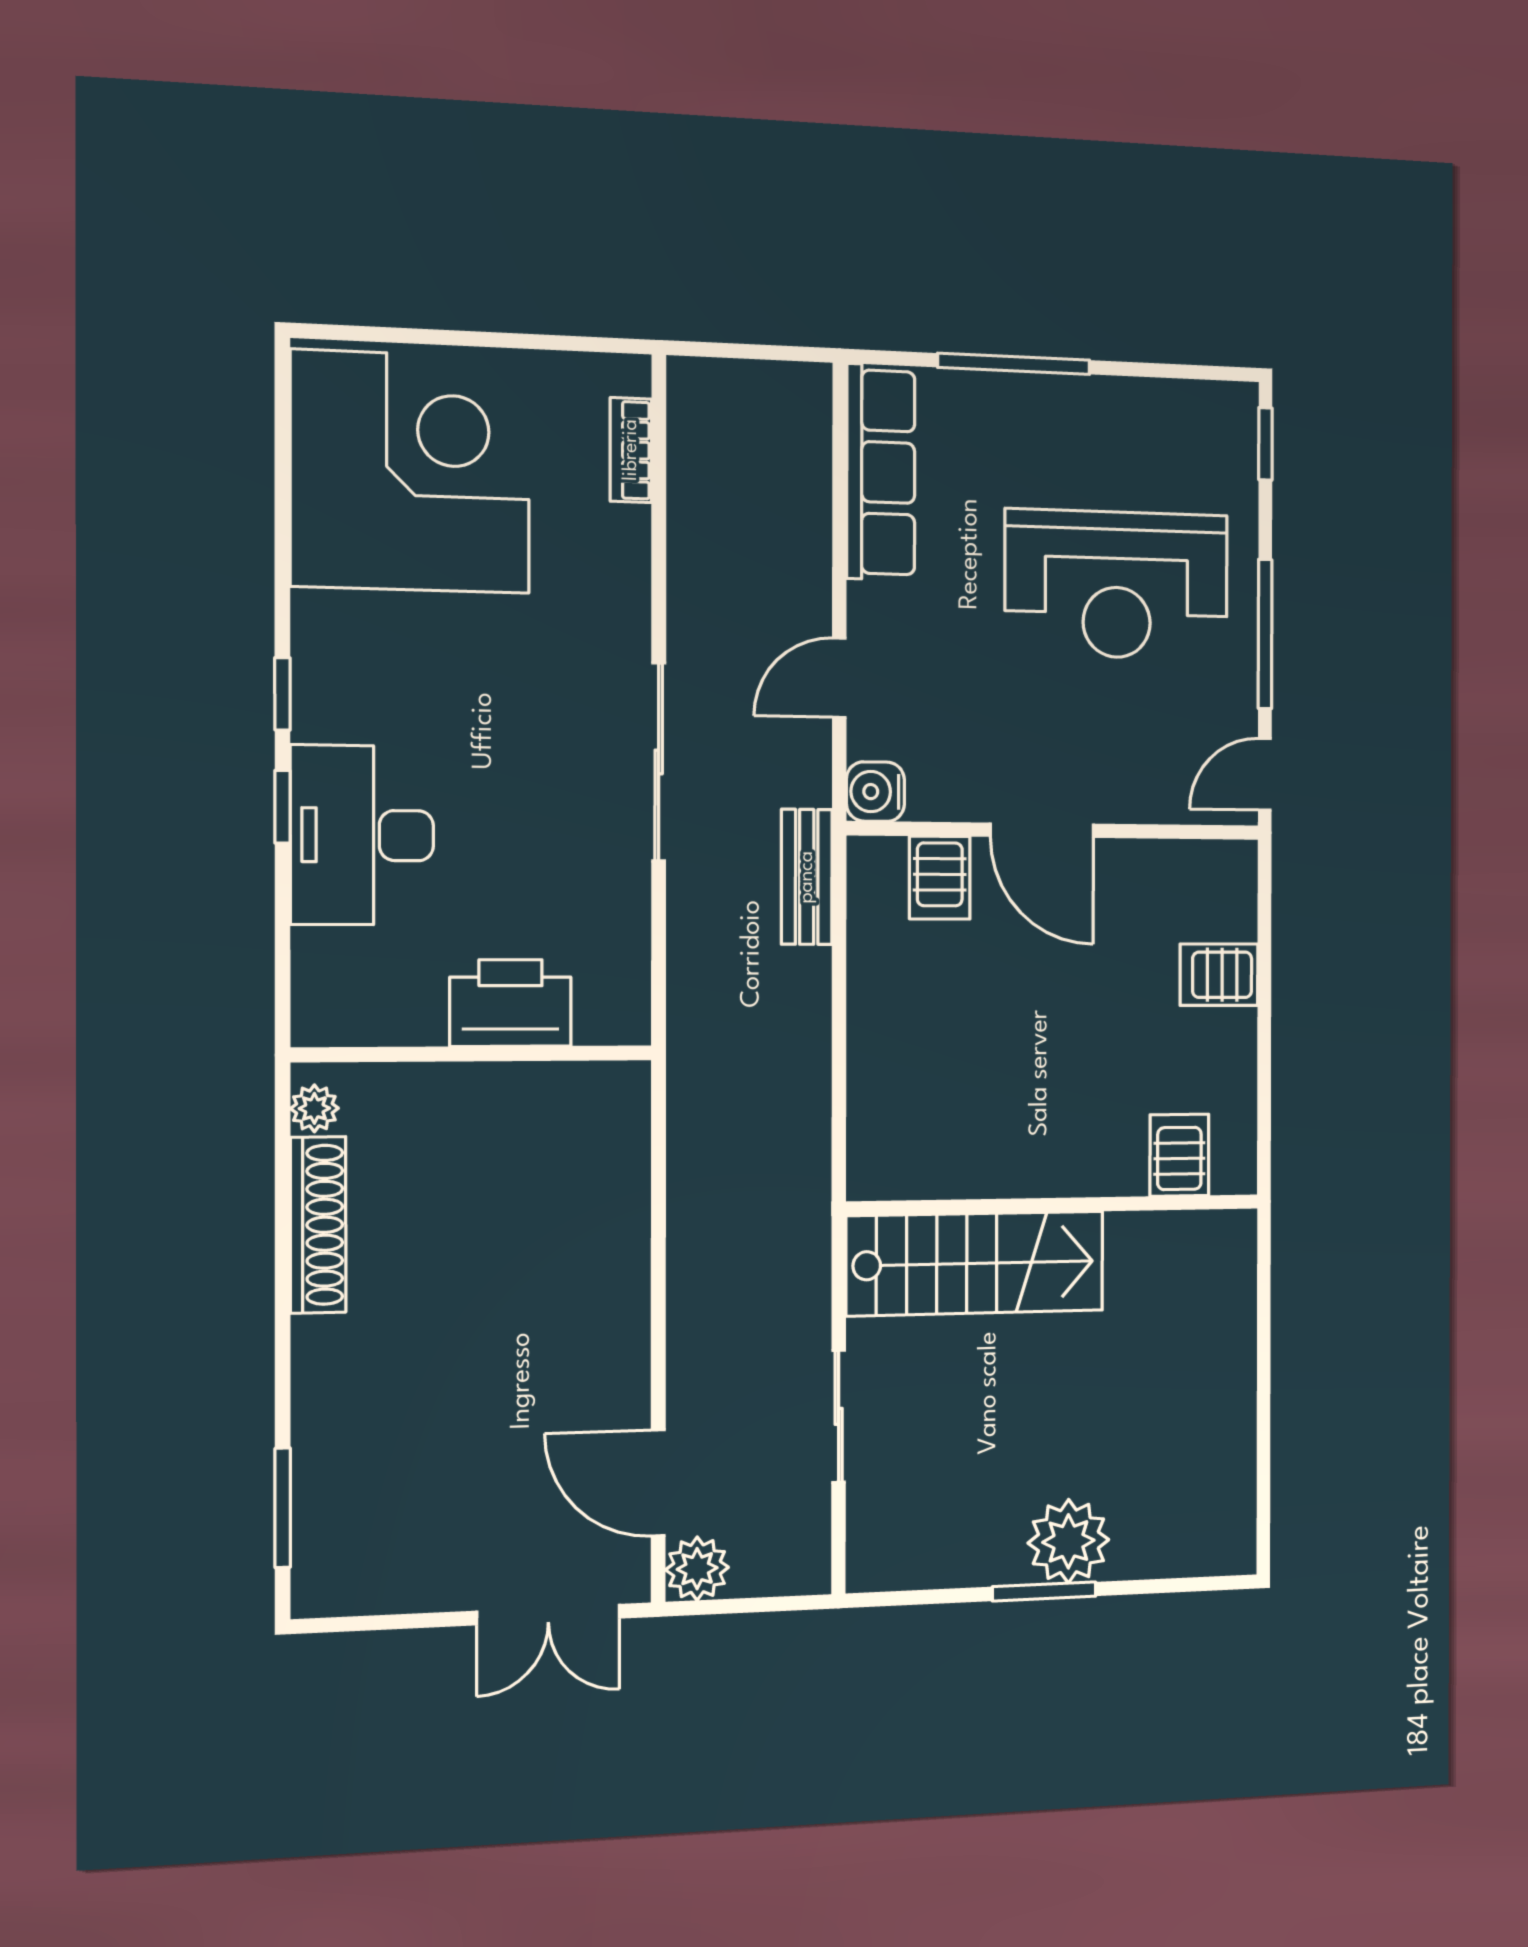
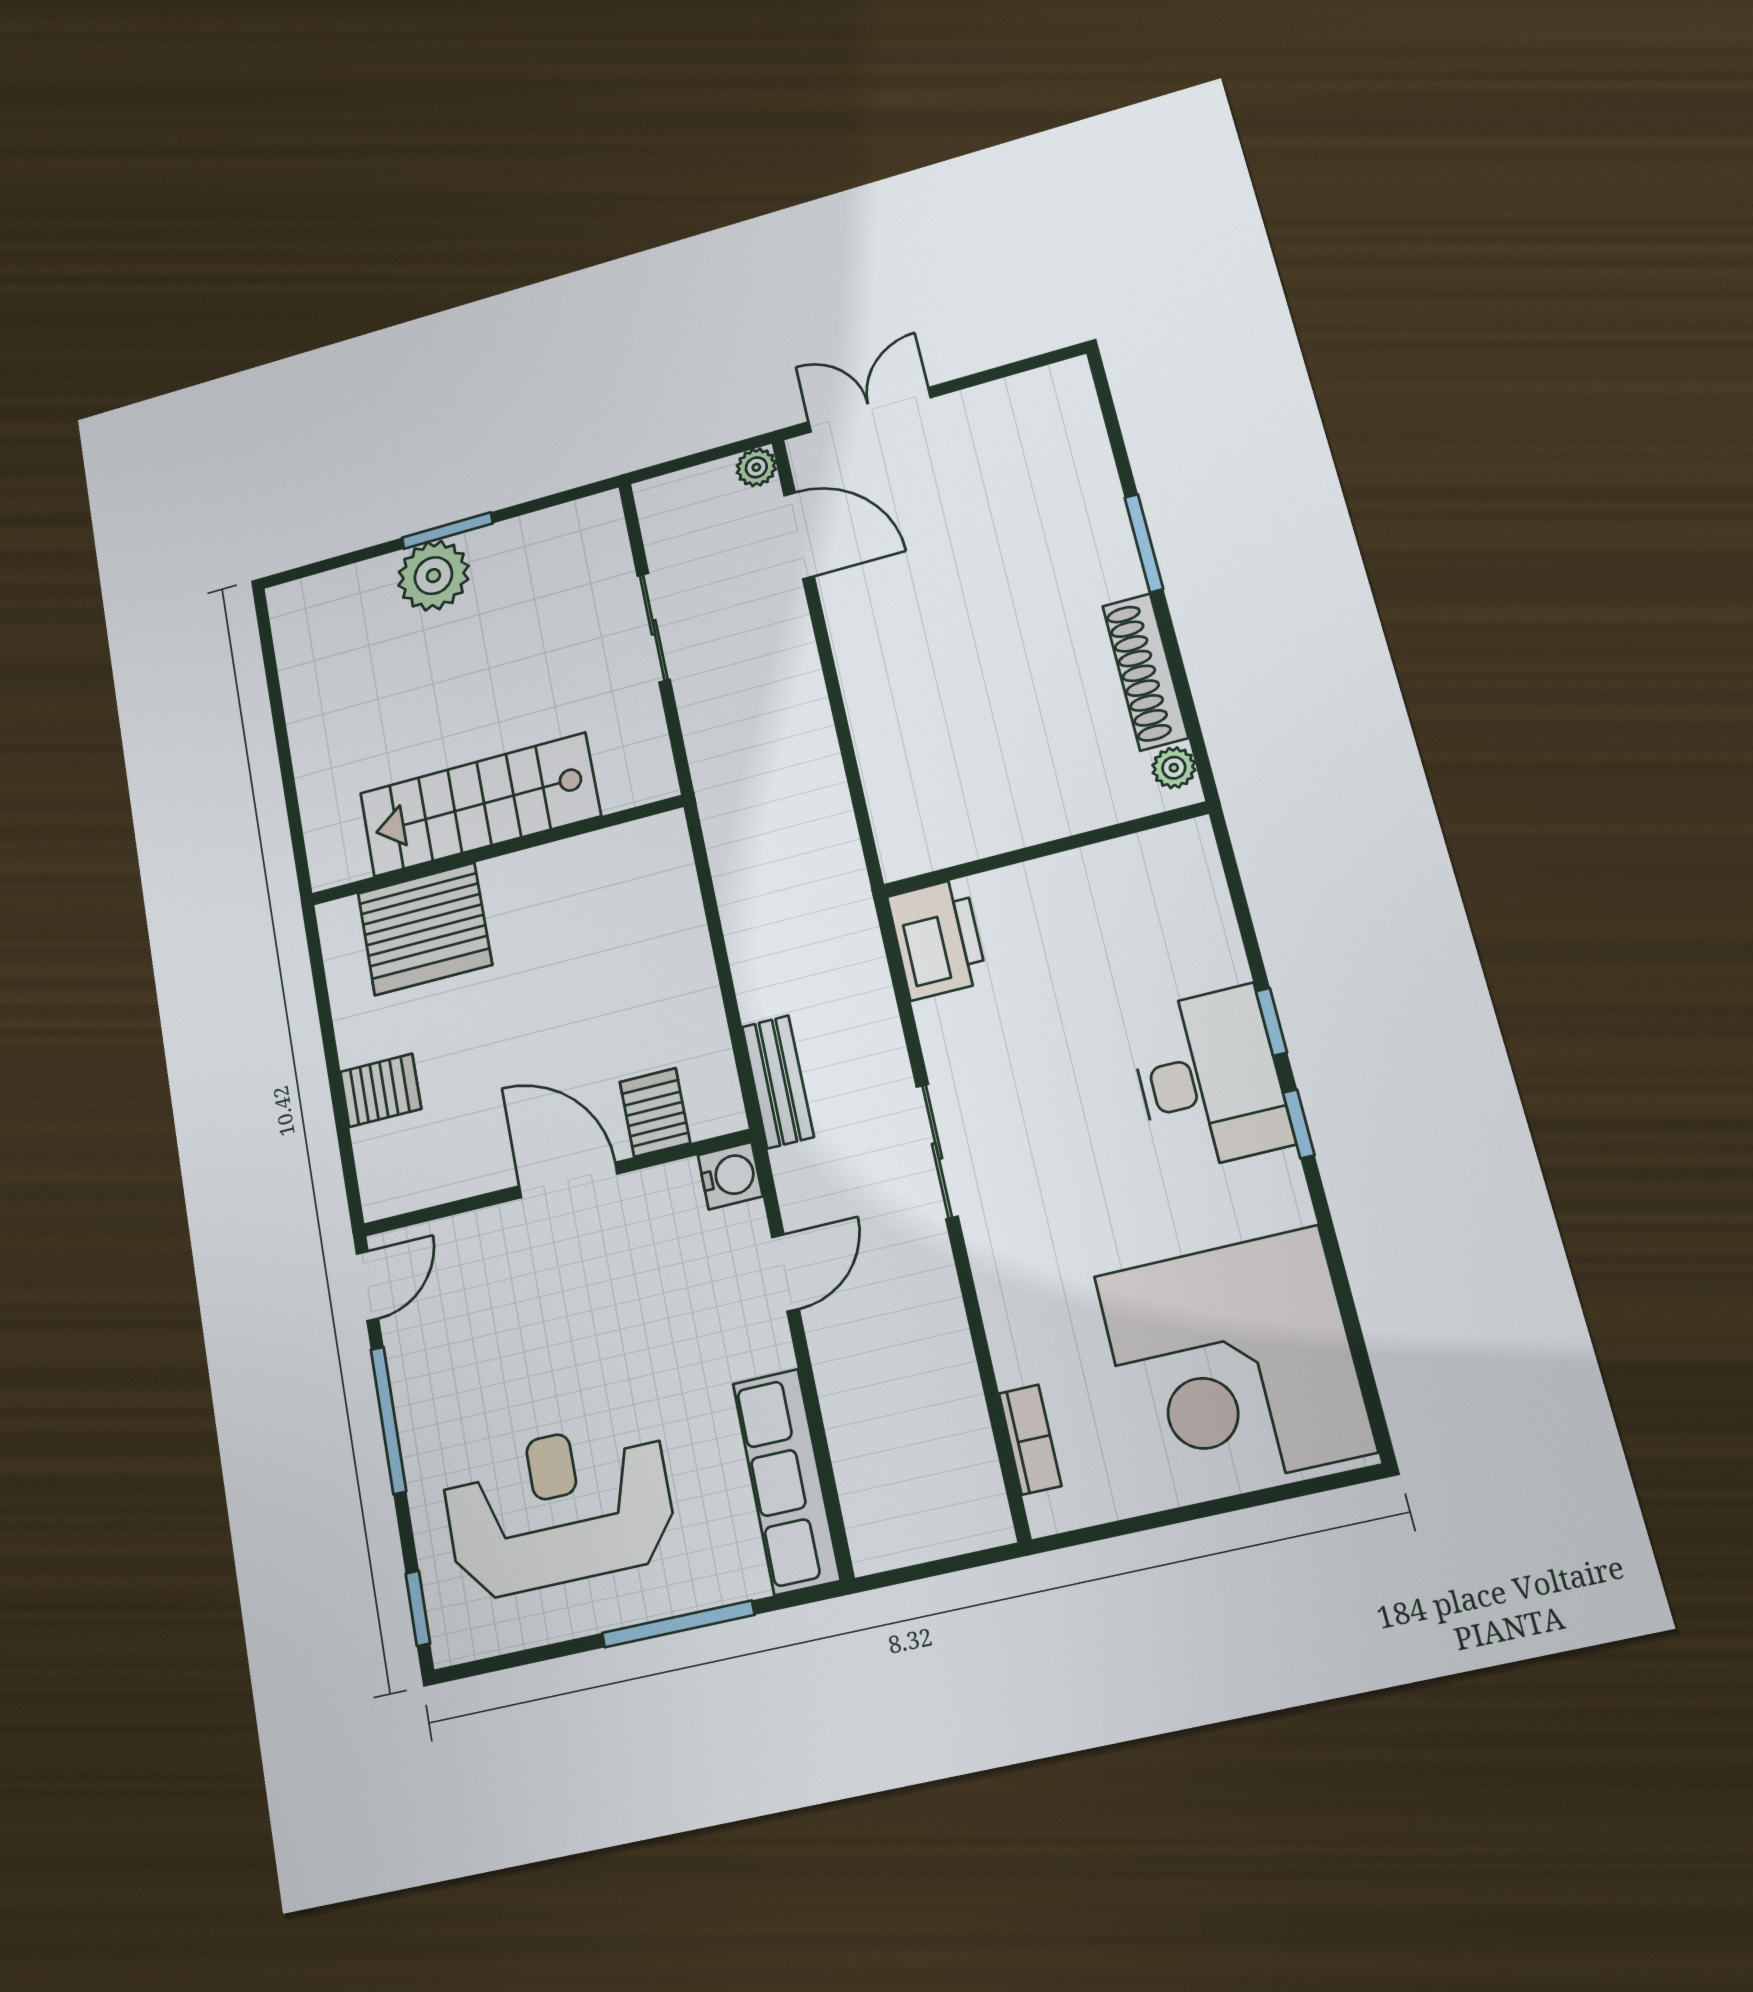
reception desk: (1117, 585) -> (559, 1508), moved
sliding door: (659, 762) -> (937, 1151), width x0.73
desk: (362, 835) -> (1209, 1079), moved
printer: (511, 1003) -> (937, 939), moved, turned -90
server rack: (1179, 1155) -> (425, 929), width x2.18, depth x1.44
stairs: (975, 1263) -> (480, 805), moved
window: (283, 1508) -> (1144, 543), moved
plant: (697, 1569) -> (756, 467), width x0.73, depth x0.73

